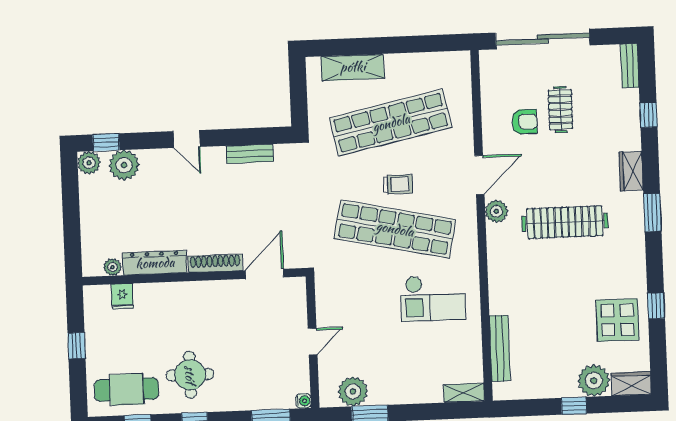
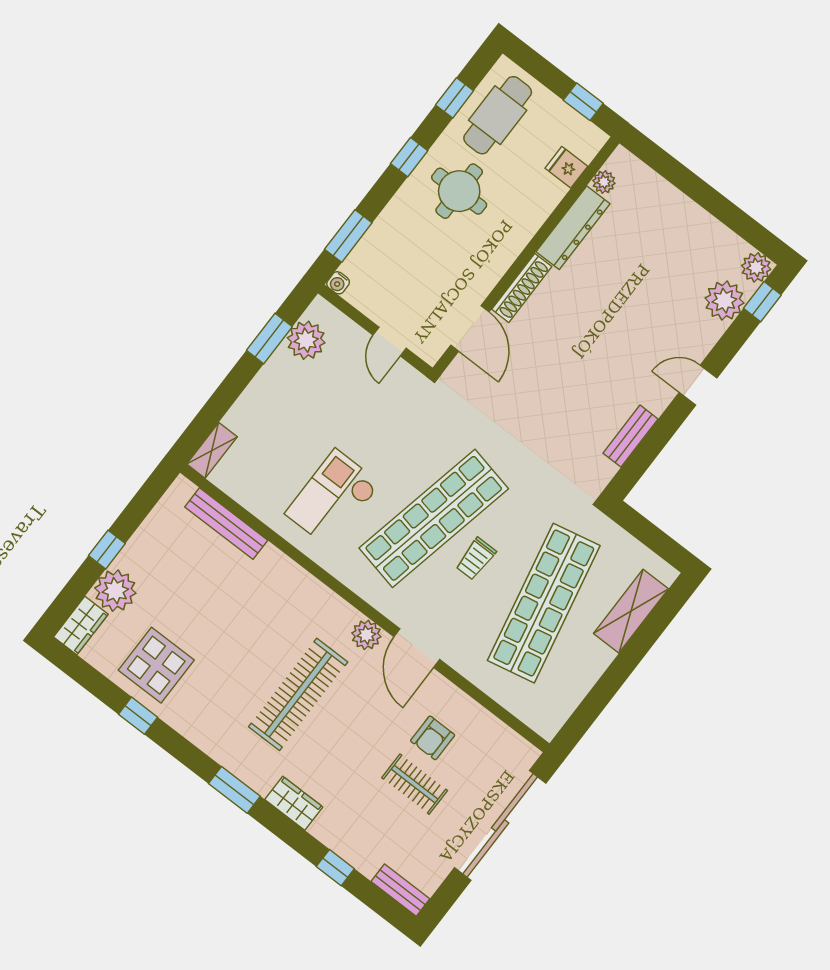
dresser: (155, 263) -> (573, 228), moved
shoe rack: (215, 263) -> (522, 288), moved
plant: (112, 267) -> (604, 182), moved
door: (264, 274) -> (470, 328), moved
wall: (194, 277) -> (526, 256), moved
fridge: (122, 296) -> (566, 167), moved

